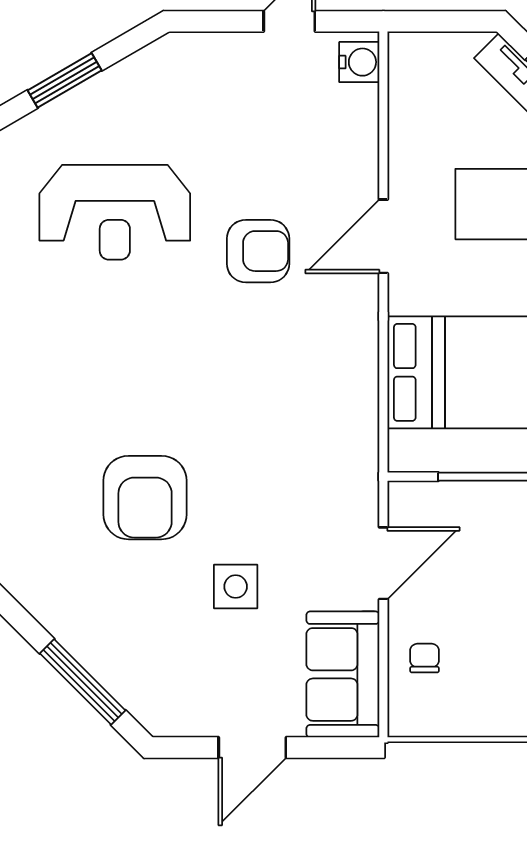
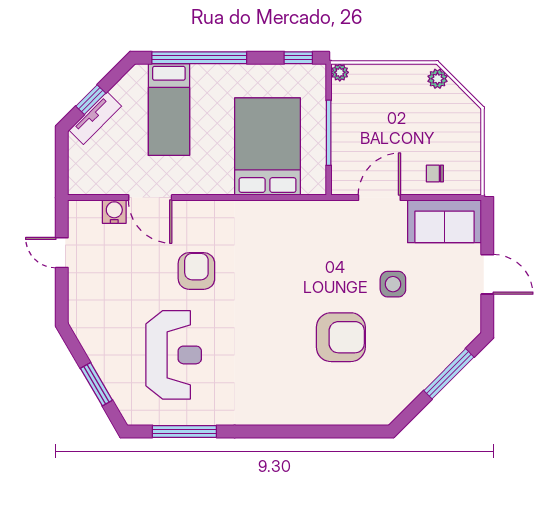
water cooler: (359, 62) -> (114, 212), moved
door: (383, 236) -> (150, 198), moved
door: (383, 563) -> (379, 198), hinge flipped

